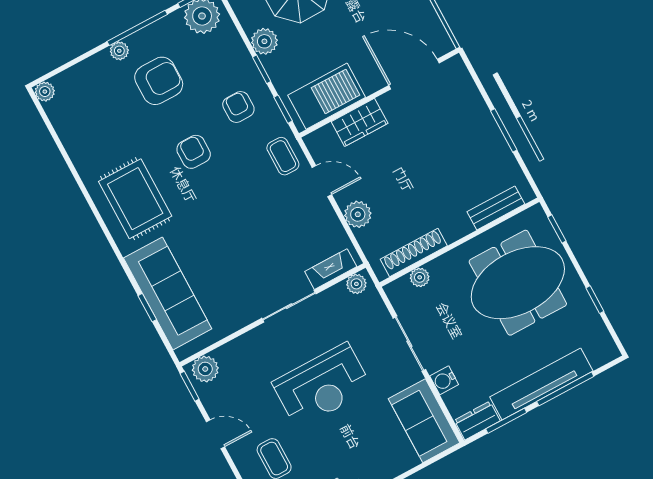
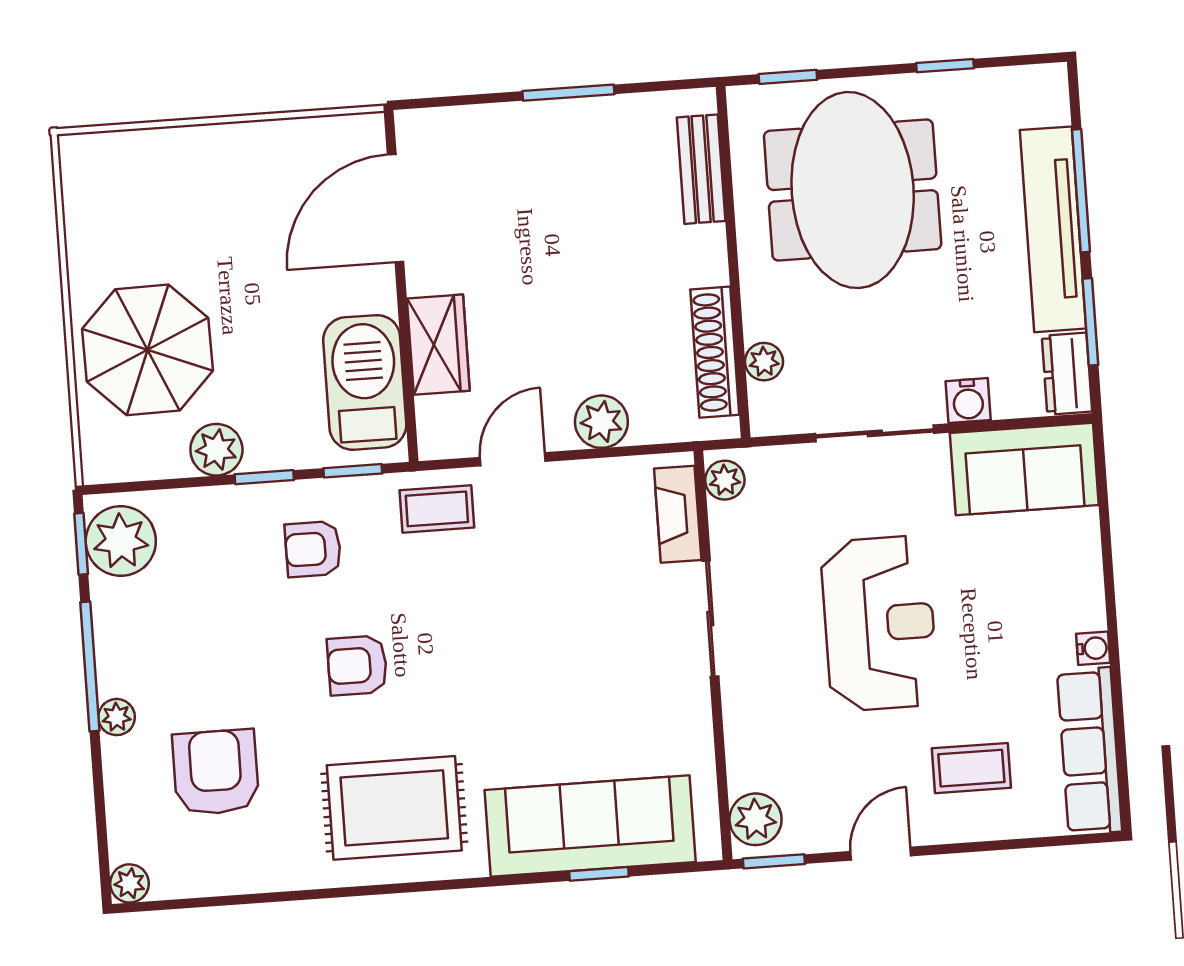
armchair: (159, 81) -> (216, 772), moved

